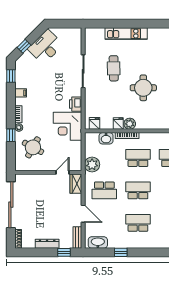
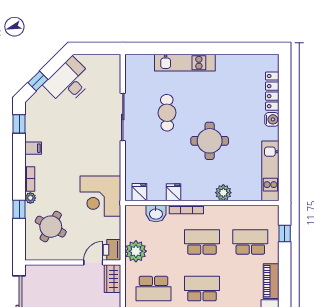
printer: (76, 104) -> (112, 250), moved
plant: (130, 124) -> (223, 193), moved

